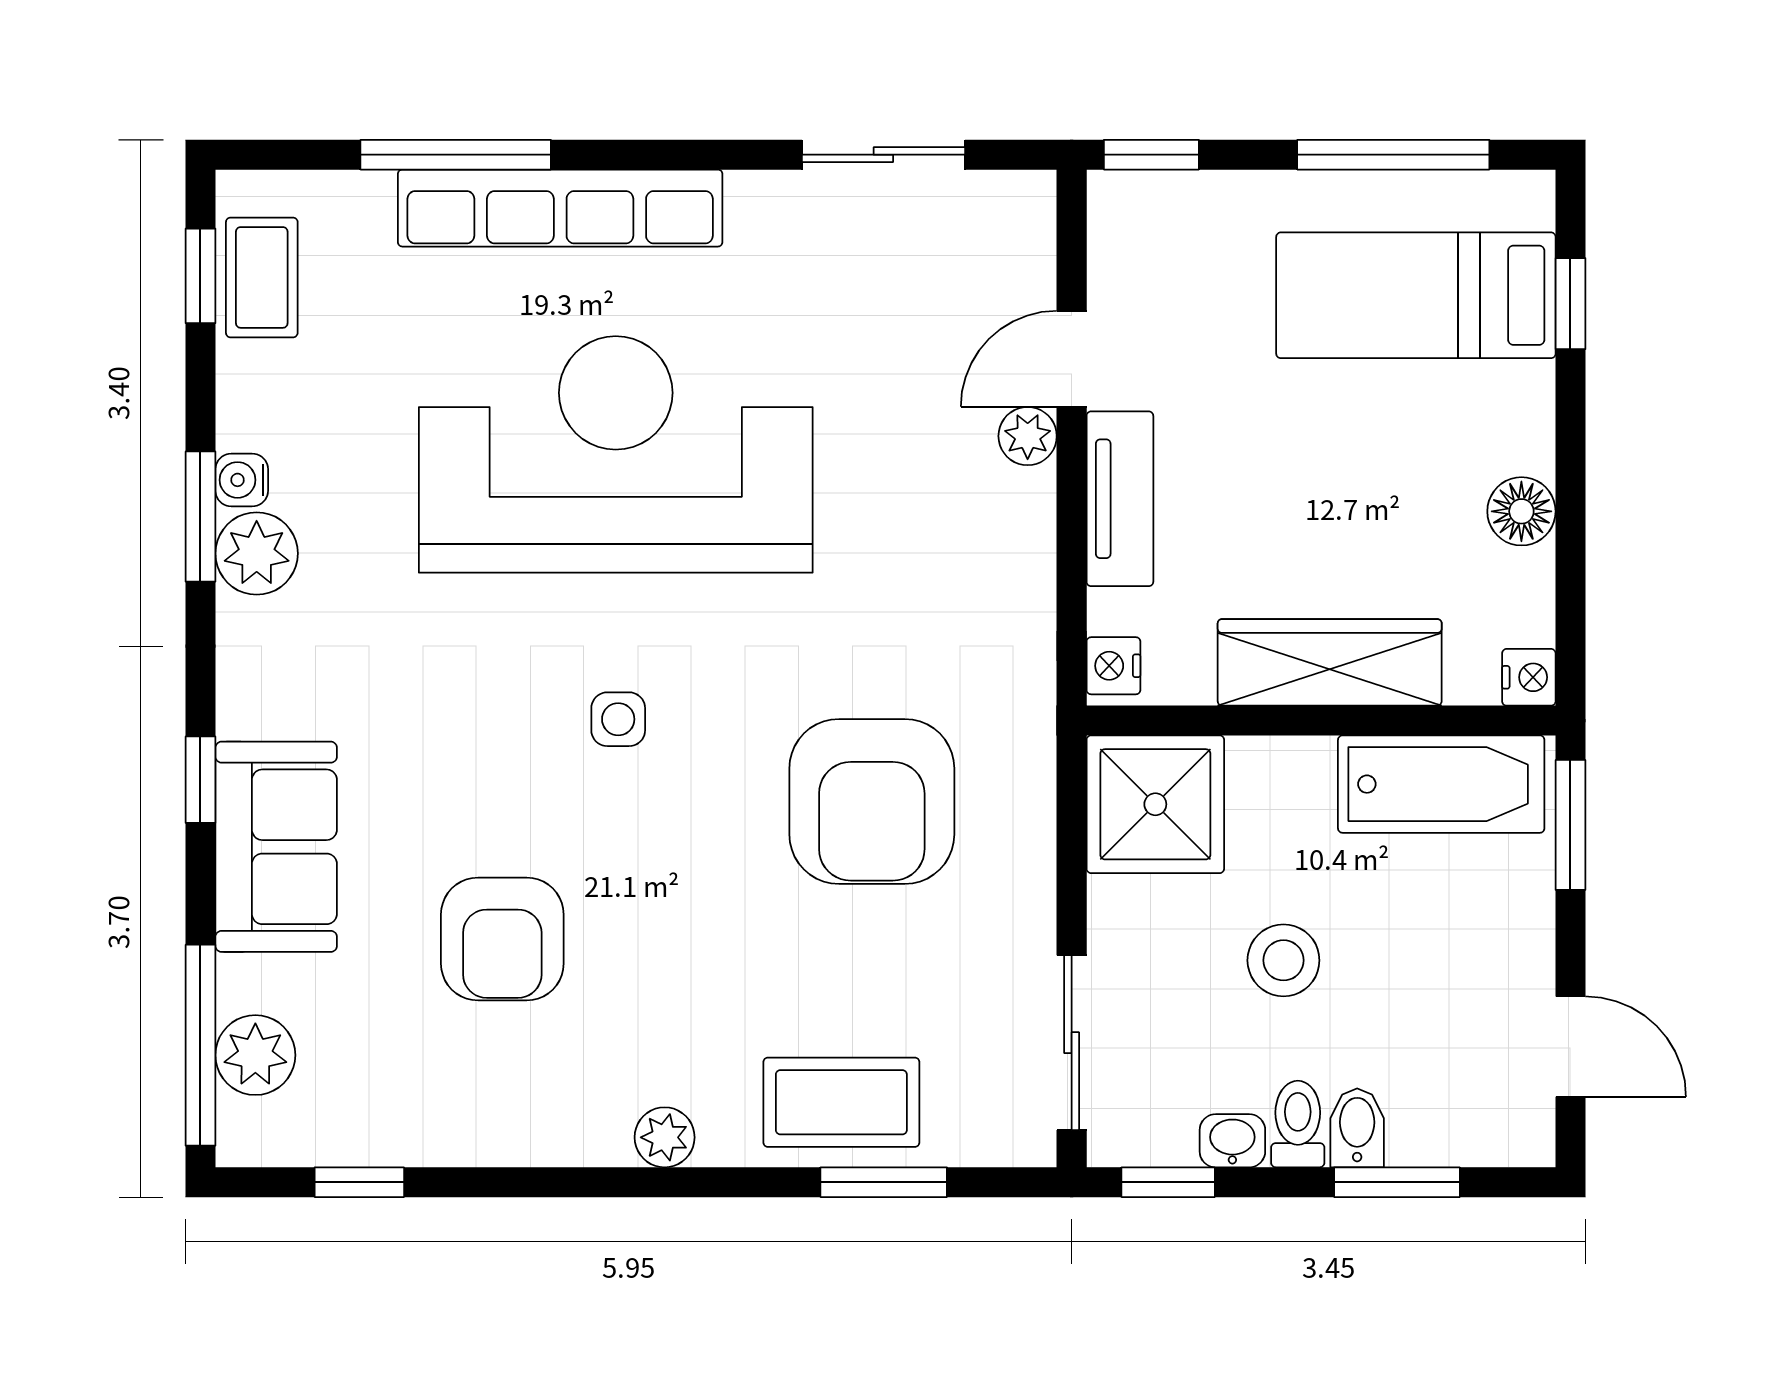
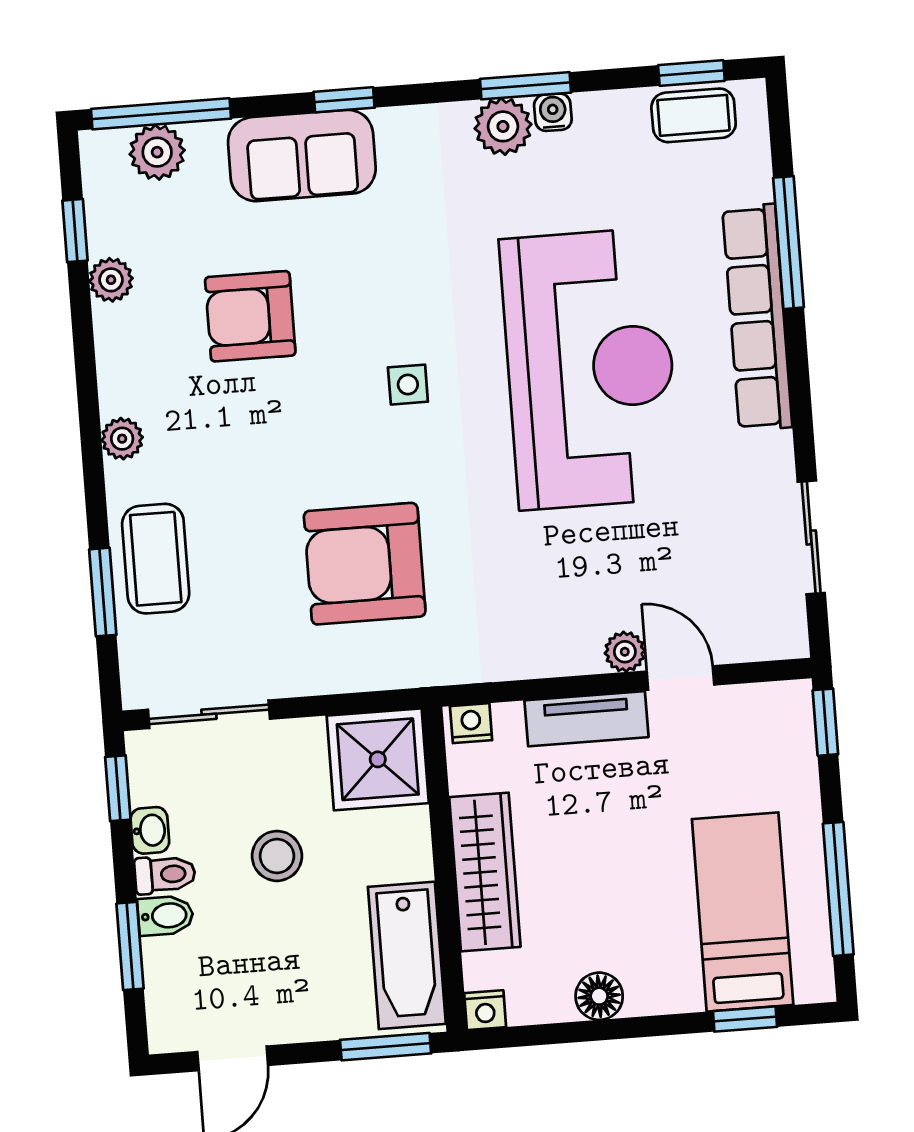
plant: (434, 1136) -> (111, 280), added

